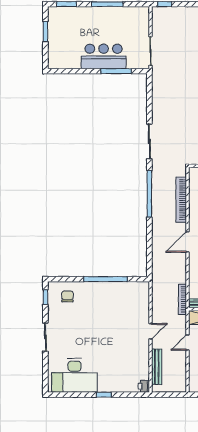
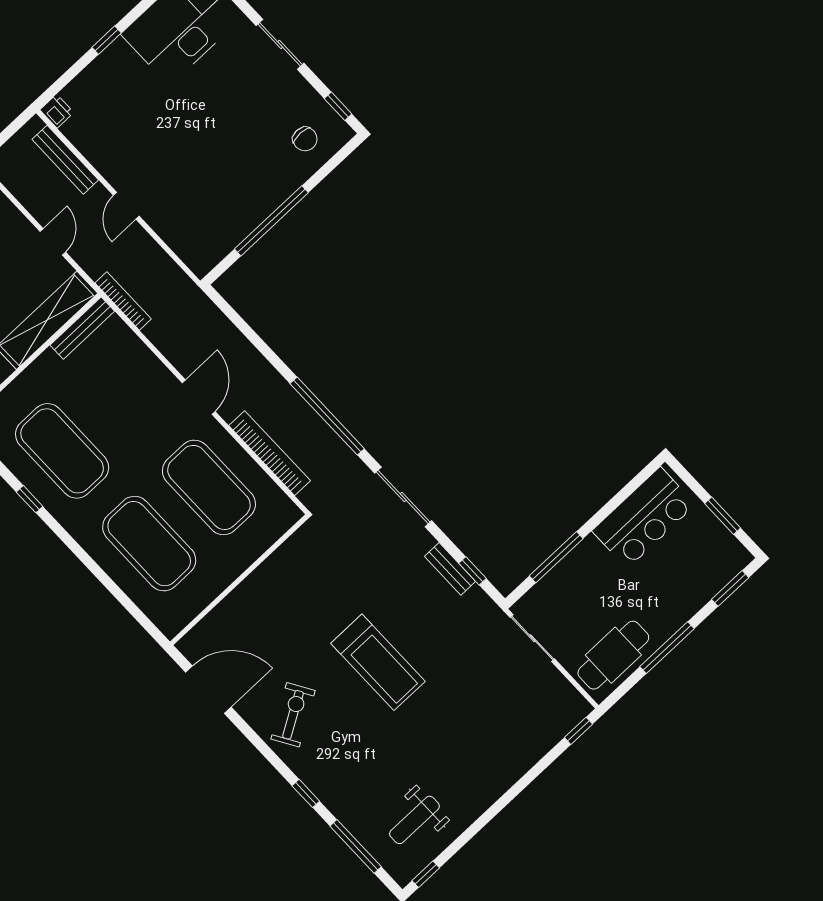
cafe table: (128, 19) -> (613, 655), added
bar counter: (104, 56) -> (644, 518), moved
window: (149, 94) -> (472, 571), added
bench: (157, 101) -> (450, 569), added

